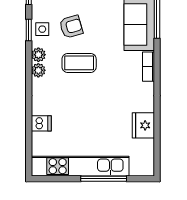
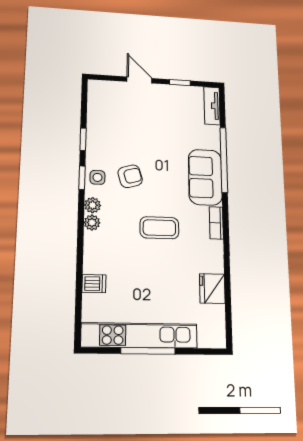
coffee table: (79, 63) -> (159, 228), moved
window: (104, 179) -> (148, 351), moved

